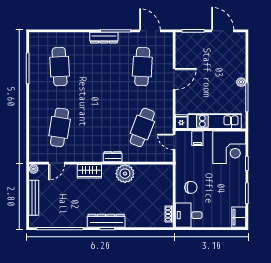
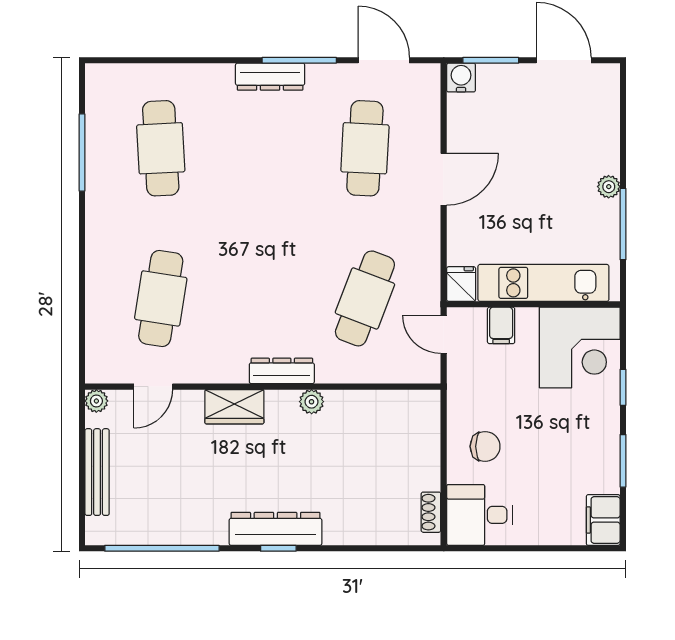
water cooler: (181, 38) -> (461, 78), added
dresser: (113, 157) -> (282, 371), width x1.44
plant: (125, 174) -> (312, 402), width x0.53, depth x0.53

